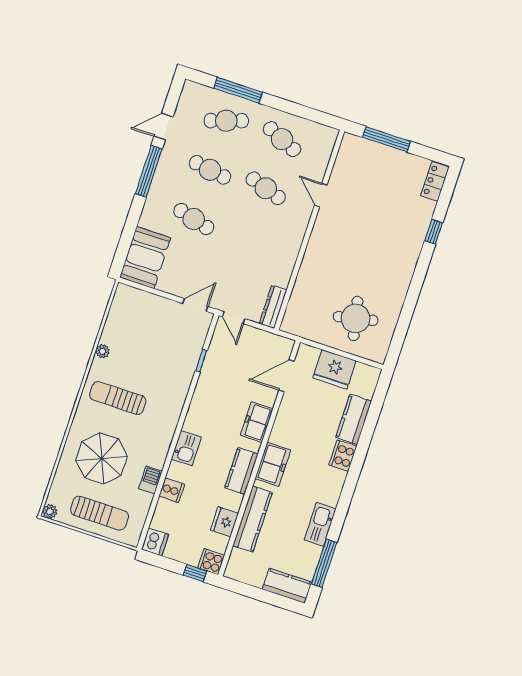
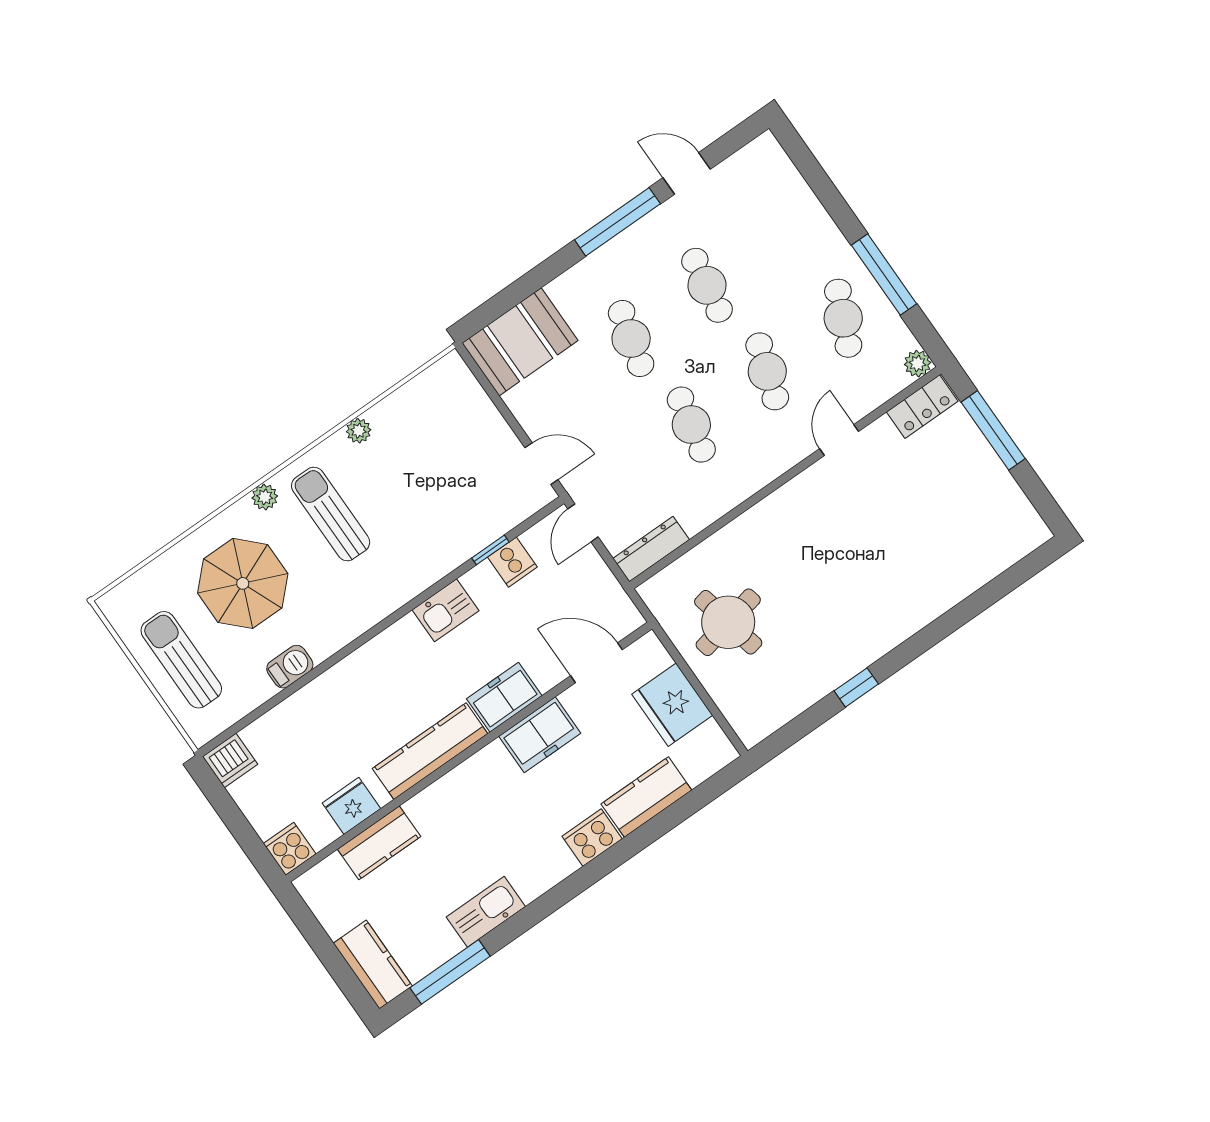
window: (238, 90) -> (884, 275), moved
cafe table: (226, 121) -> (691, 425), moved, turned 30
plant: (330, 135) -> (918, 364), added
locker: (435, 181) -> (922, 407), moved, turned 180
window: (434, 232) -> (856, 687), moved
round table: (356, 318) -> (728, 622), moved
kitchen sink: (186, 448) -> (445, 610), moved
freezer: (273, 464) -> (540, 735), moved
kitchen counter: (241, 471) -> (430, 751), width x1.50
cooker: (172, 490) -> (512, 562), moved
plant: (50, 511) -> (265, 497), moved
sun lounger: (100, 513) -> (181, 660), turned 180
kitchen counter: (253, 519) -> (379, 843), width x0.67
window: (195, 573) -> (254, 848), removed

